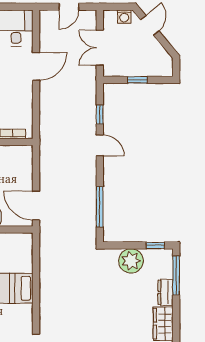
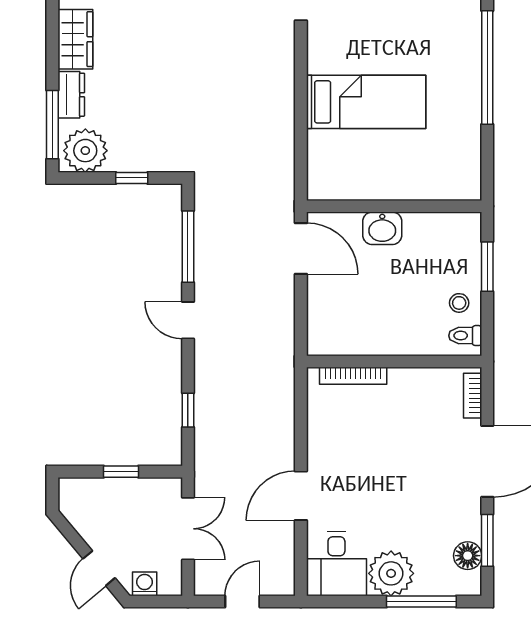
door: (100, 145) -> (188, 320), moved
window: (155, 245) -> (132, 178), moved
plant: (131, 261) -> (85, 151), moved

